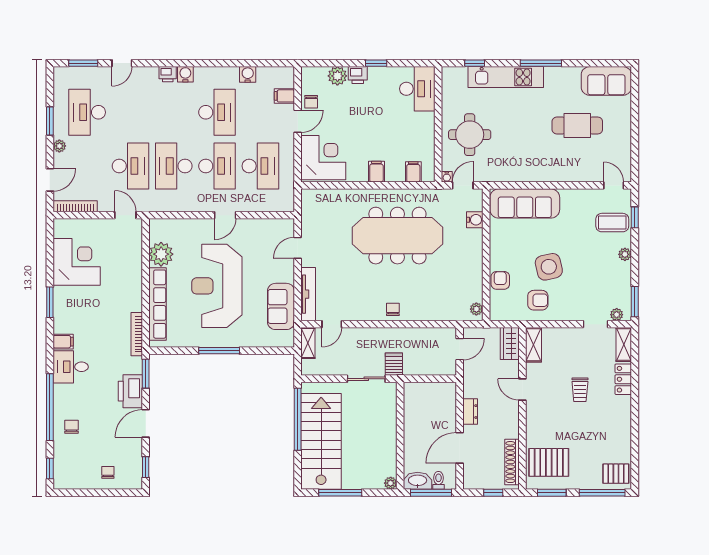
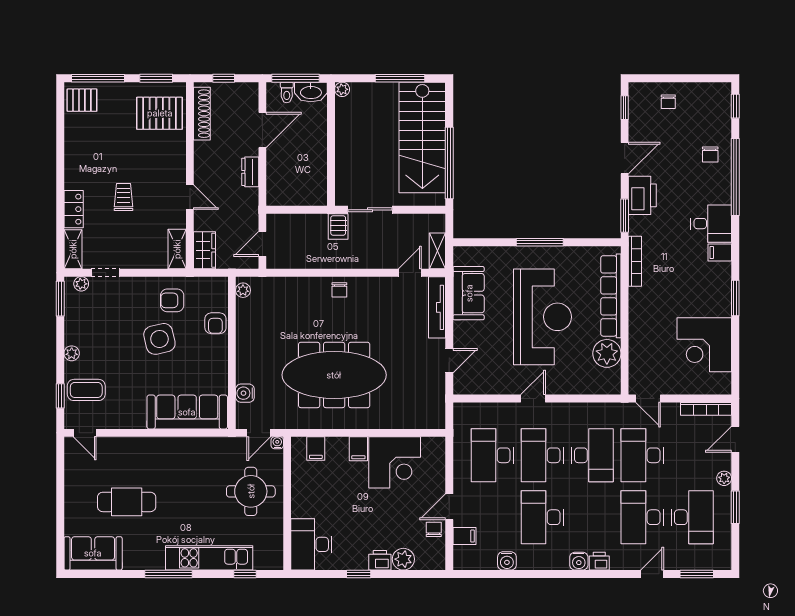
desk: (130, 112) -> (642, 517), added
corner desk: (323, 158) -> (395, 462), moved, turned -90

